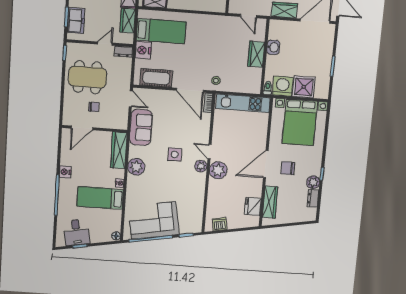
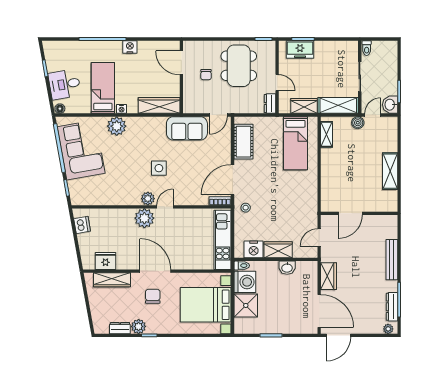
nightstand: (143, 50) -> (254, 249), moved, turned 180
plant: (136, 167) -> (117, 126), moved
desk: (76, 232) -> (65, 84), moved

